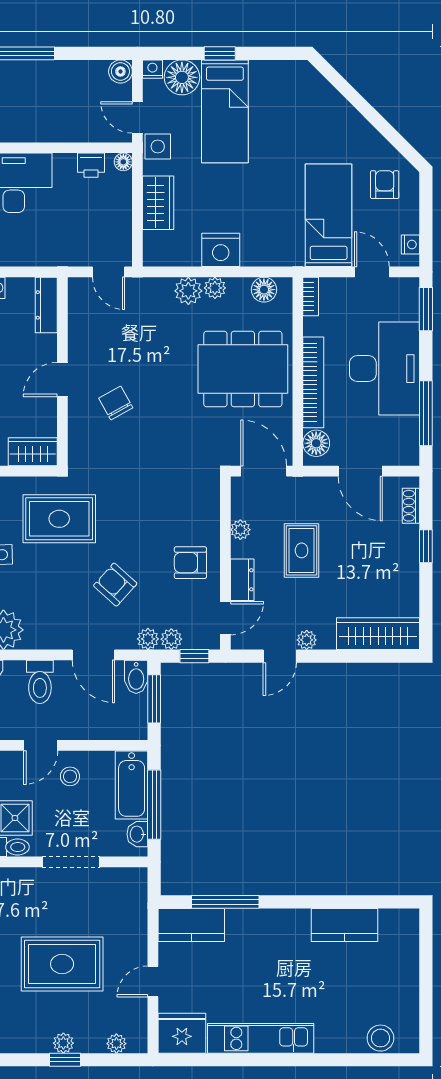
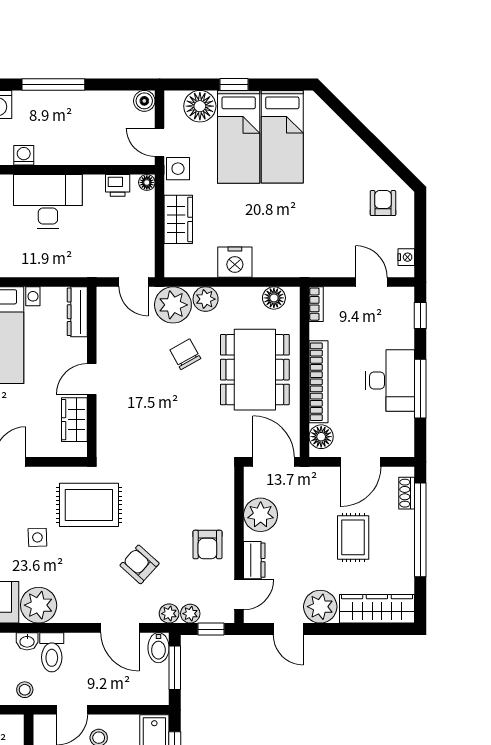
nightstand: (152, 69) -> (173, 99), removed
bed: (329, 215) -> (282, 137), moved, turned 180
plant: (215, 288) -> (173, 305), moved, width x1.88, depth x1.88
window: (426, 309) -> (420, 315), width x0.67
dining table: (243, 369) -> (255, 370), turned 90
desk: (384, 369) -> (390, 380), width x0.73, depth x0.77
chair: (116, 403) -> (185, 354), moved
window: (426, 413) -> (420, 389), moved
wardrobe: (33, 452) -> (74, 420), moved, turned -90
door: (360, 471) -> (361, 462), hinge flipped
plant: (240, 530) -> (261, 515), width x1.88, depth x1.88
window: (426, 546) -> (420, 530), width x3.17
rug: (302, 550) -> (353, 537), moved
armchair: (190, 563) -> (207, 545), turned -90
plant: (307, 640) -> (320, 607), width x1.87, depth x1.87
door: (280, 656) -> (288, 629), hinge flipped
toilet: (40, 682) -> (52, 652), moved

